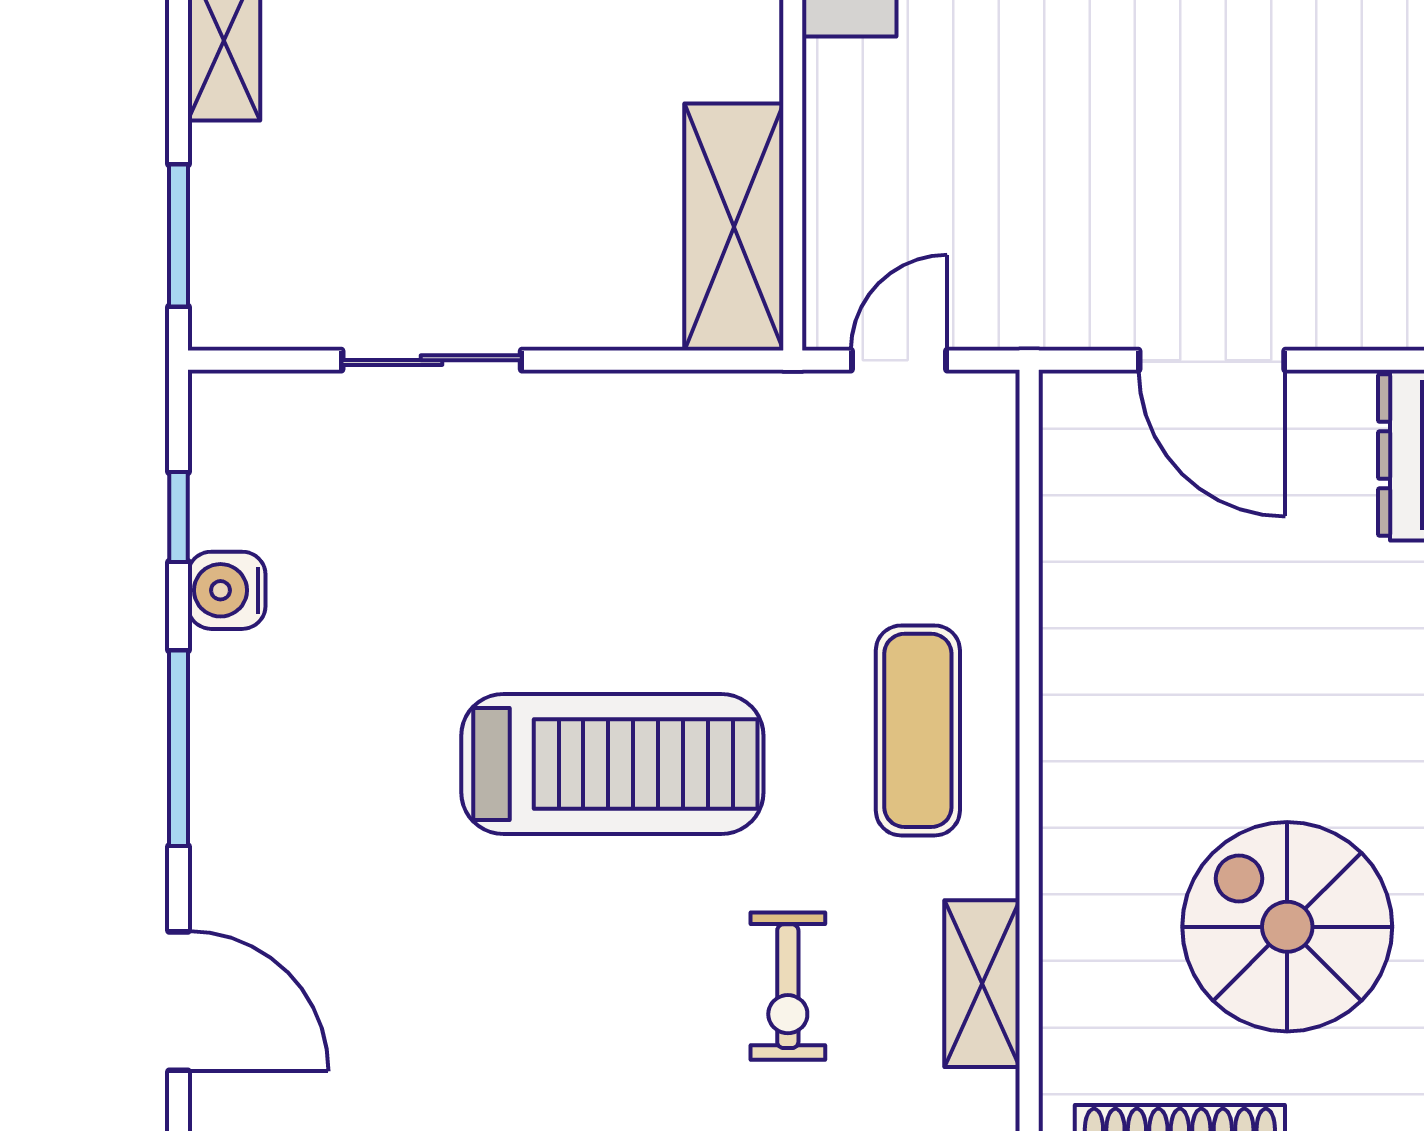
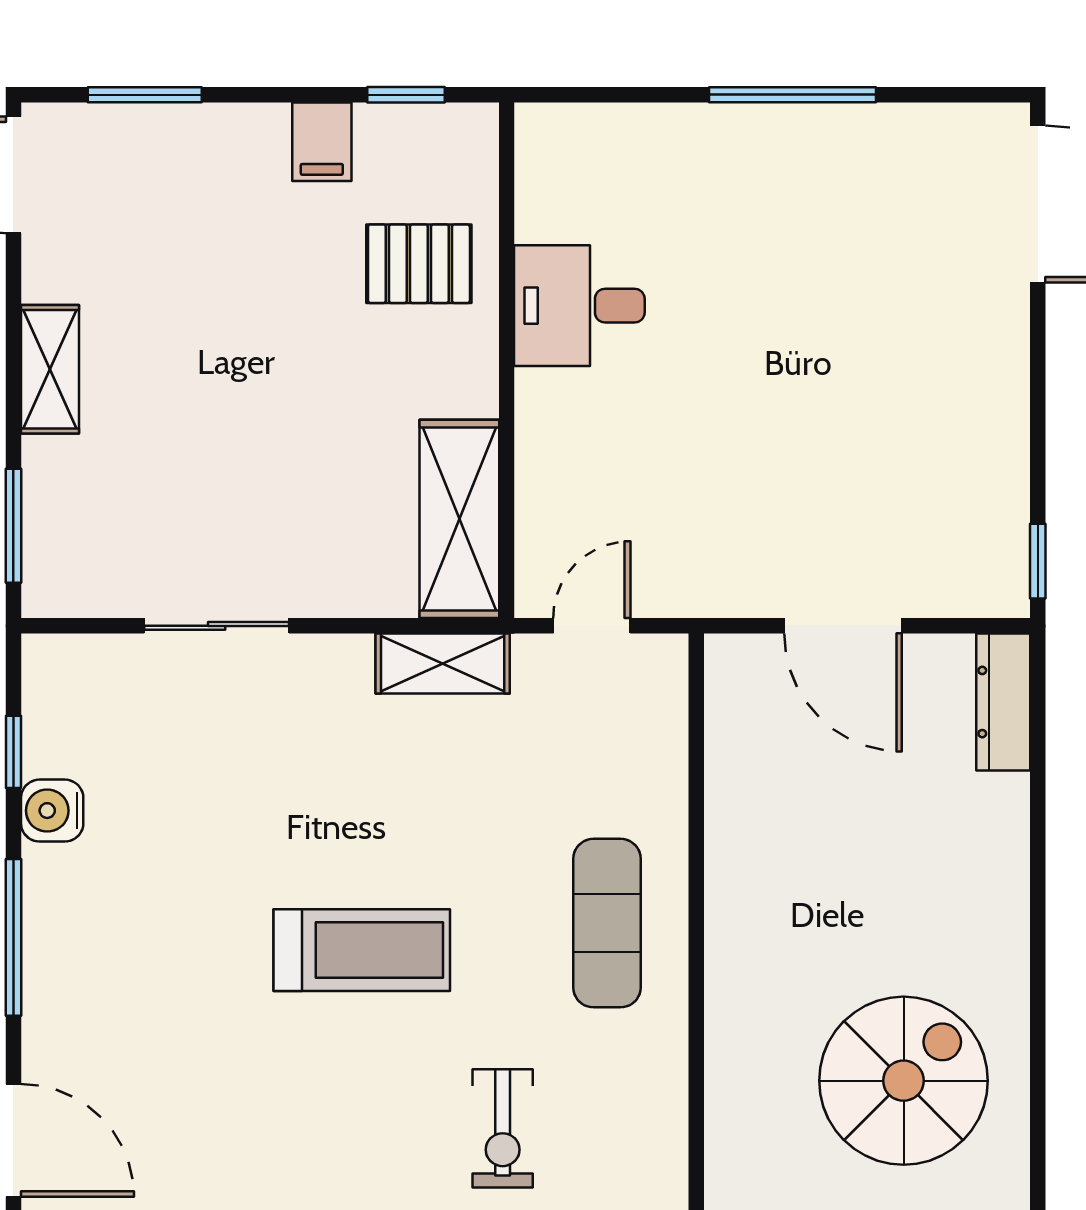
treadmill: (612, 764) -> (362, 950), width x0.73, depth x0.73
spiral stairs: (1287, 927) -> (904, 1081), turned 90
shelving: (982, 984) -> (443, 664), moved, turned 90

